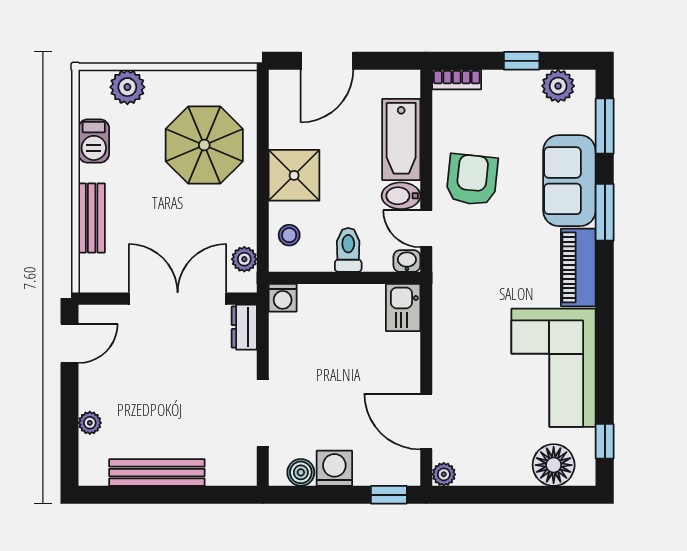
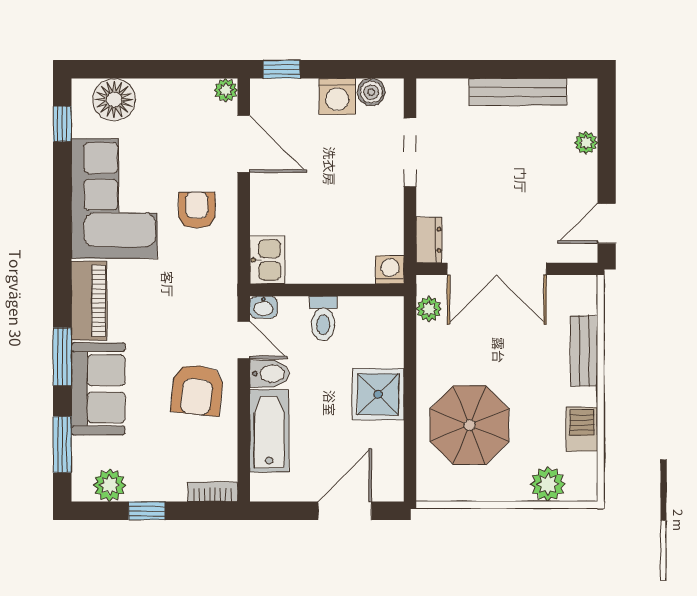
stool: (289, 235) -> (383, 334), removed
armchair: (472, 356) -> (197, 210), added

